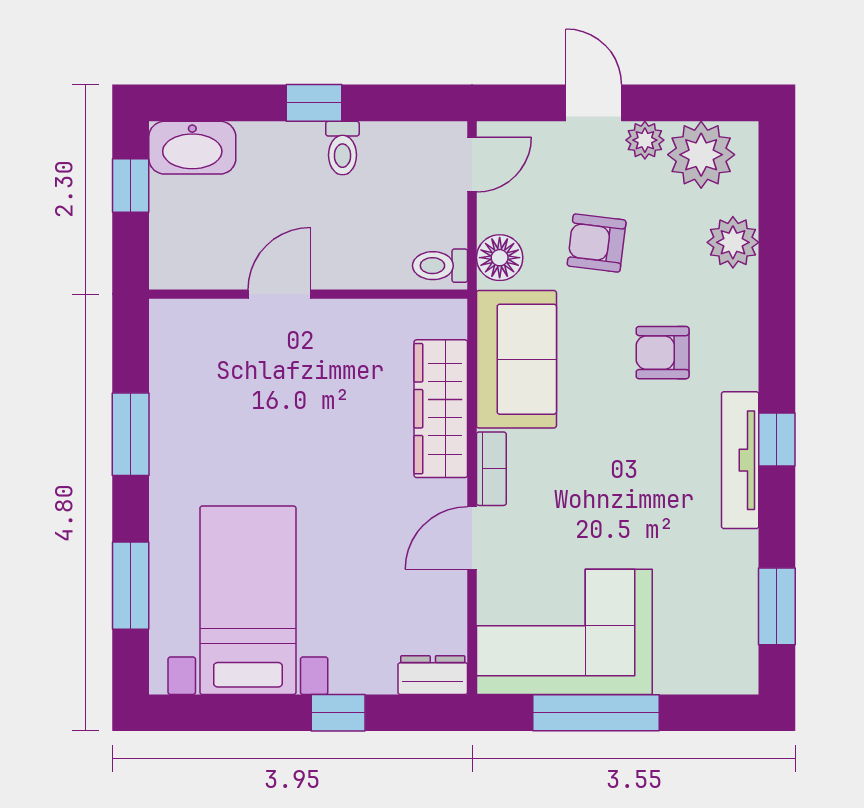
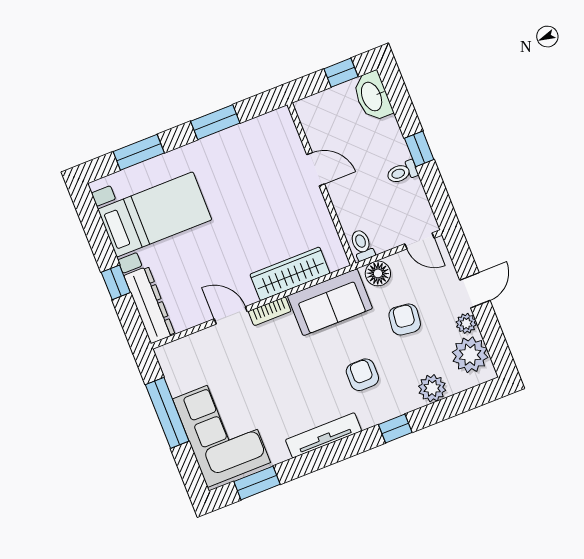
window: (777, 439) -> (395, 428), moved
corner sofa: (564, 632) -> (221, 431), moved
dresser: (433, 675) -> (149, 305), width x1.96, depth x1.24

